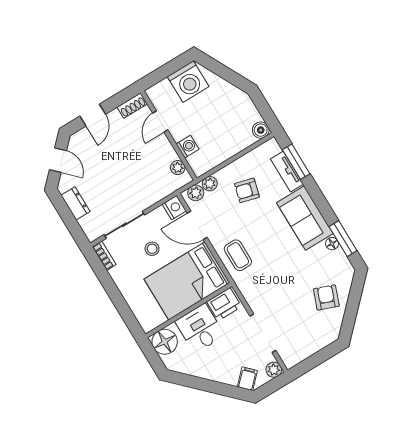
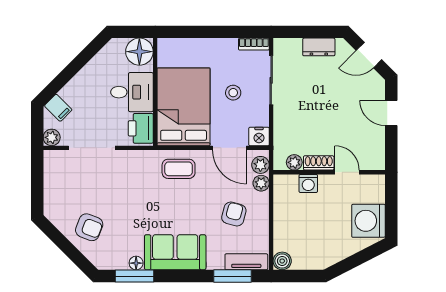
shoe rack: (132, 106) -> (319, 163), moved, turned 90
tv unit: (287, 172) -> (246, 262), moved
door: (197, 225) -> (229, 148), swing flipped

